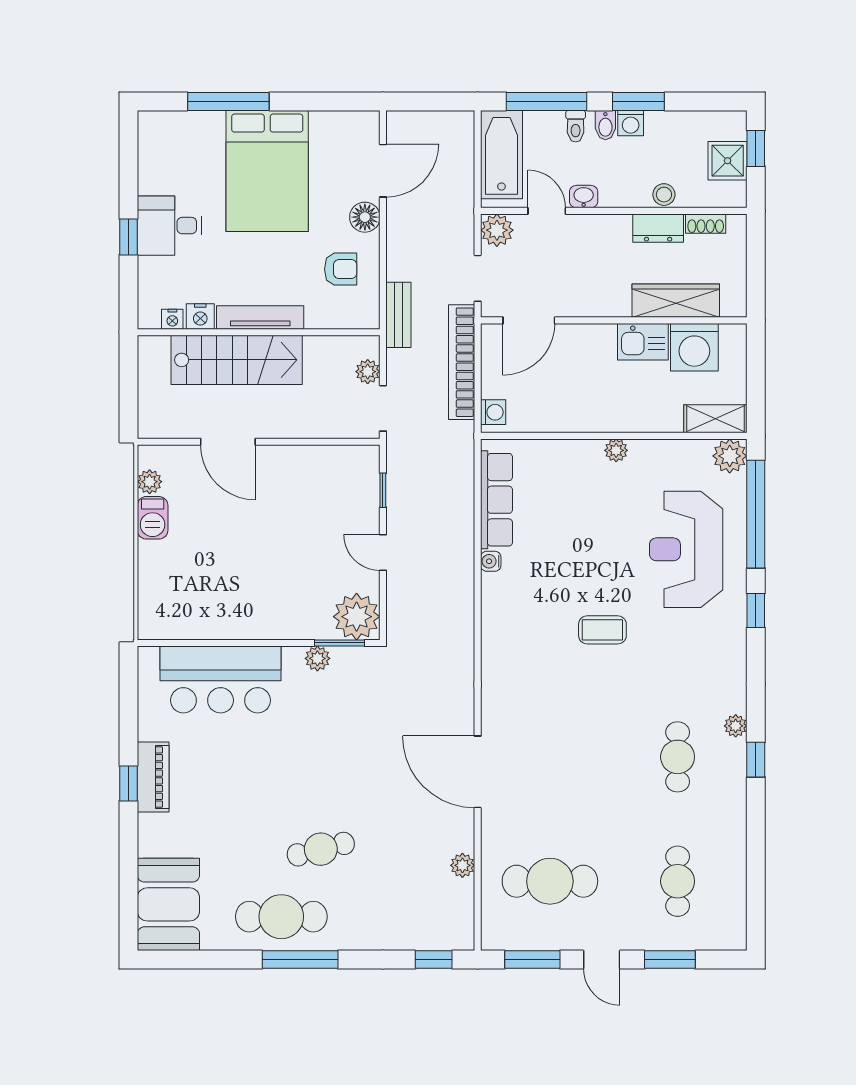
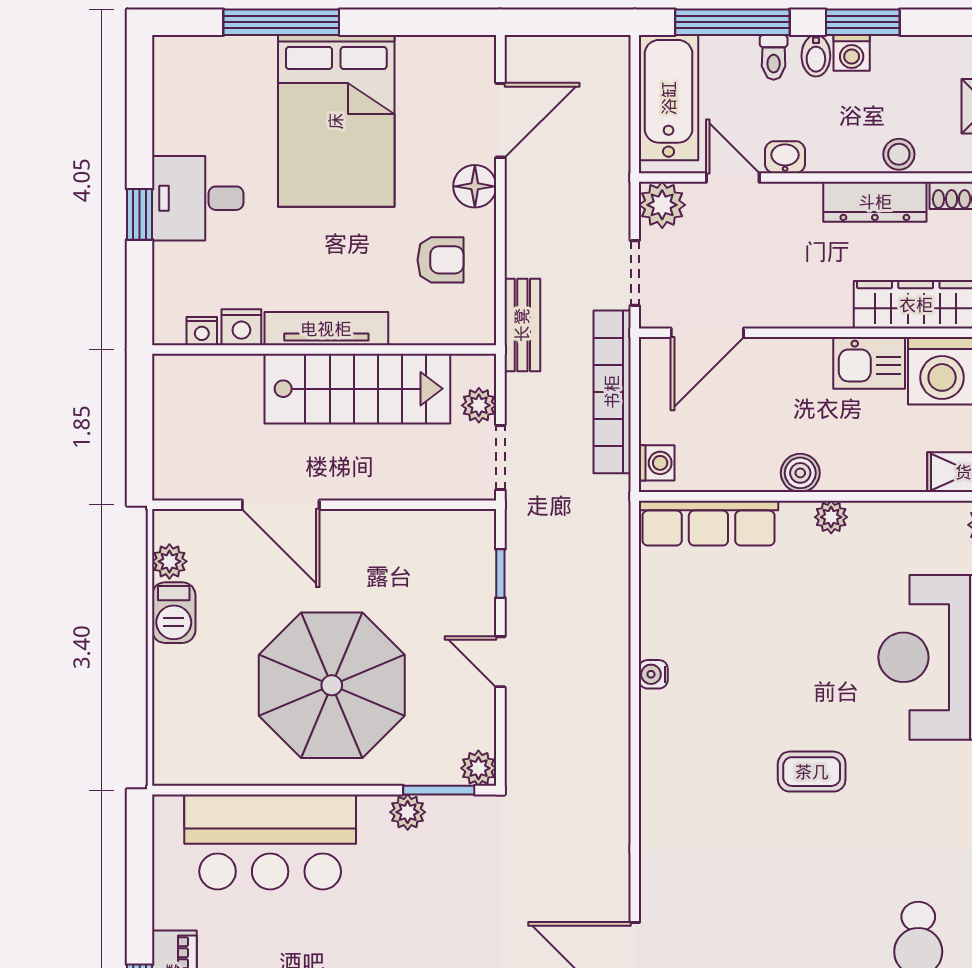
dresser: (658, 228) -> (875, 202), width x1.44
stairs: (237, 360) -> (357, 389), moved
boiler: (594, 419) -> (800, 473), added
row of seats: (496, 500) -> (708, 523), moved, turned 90
parasol: (264, 569) -> (332, 685), added
plant: (357, 617) -> (478, 768), width x0.53, depth x0.53

